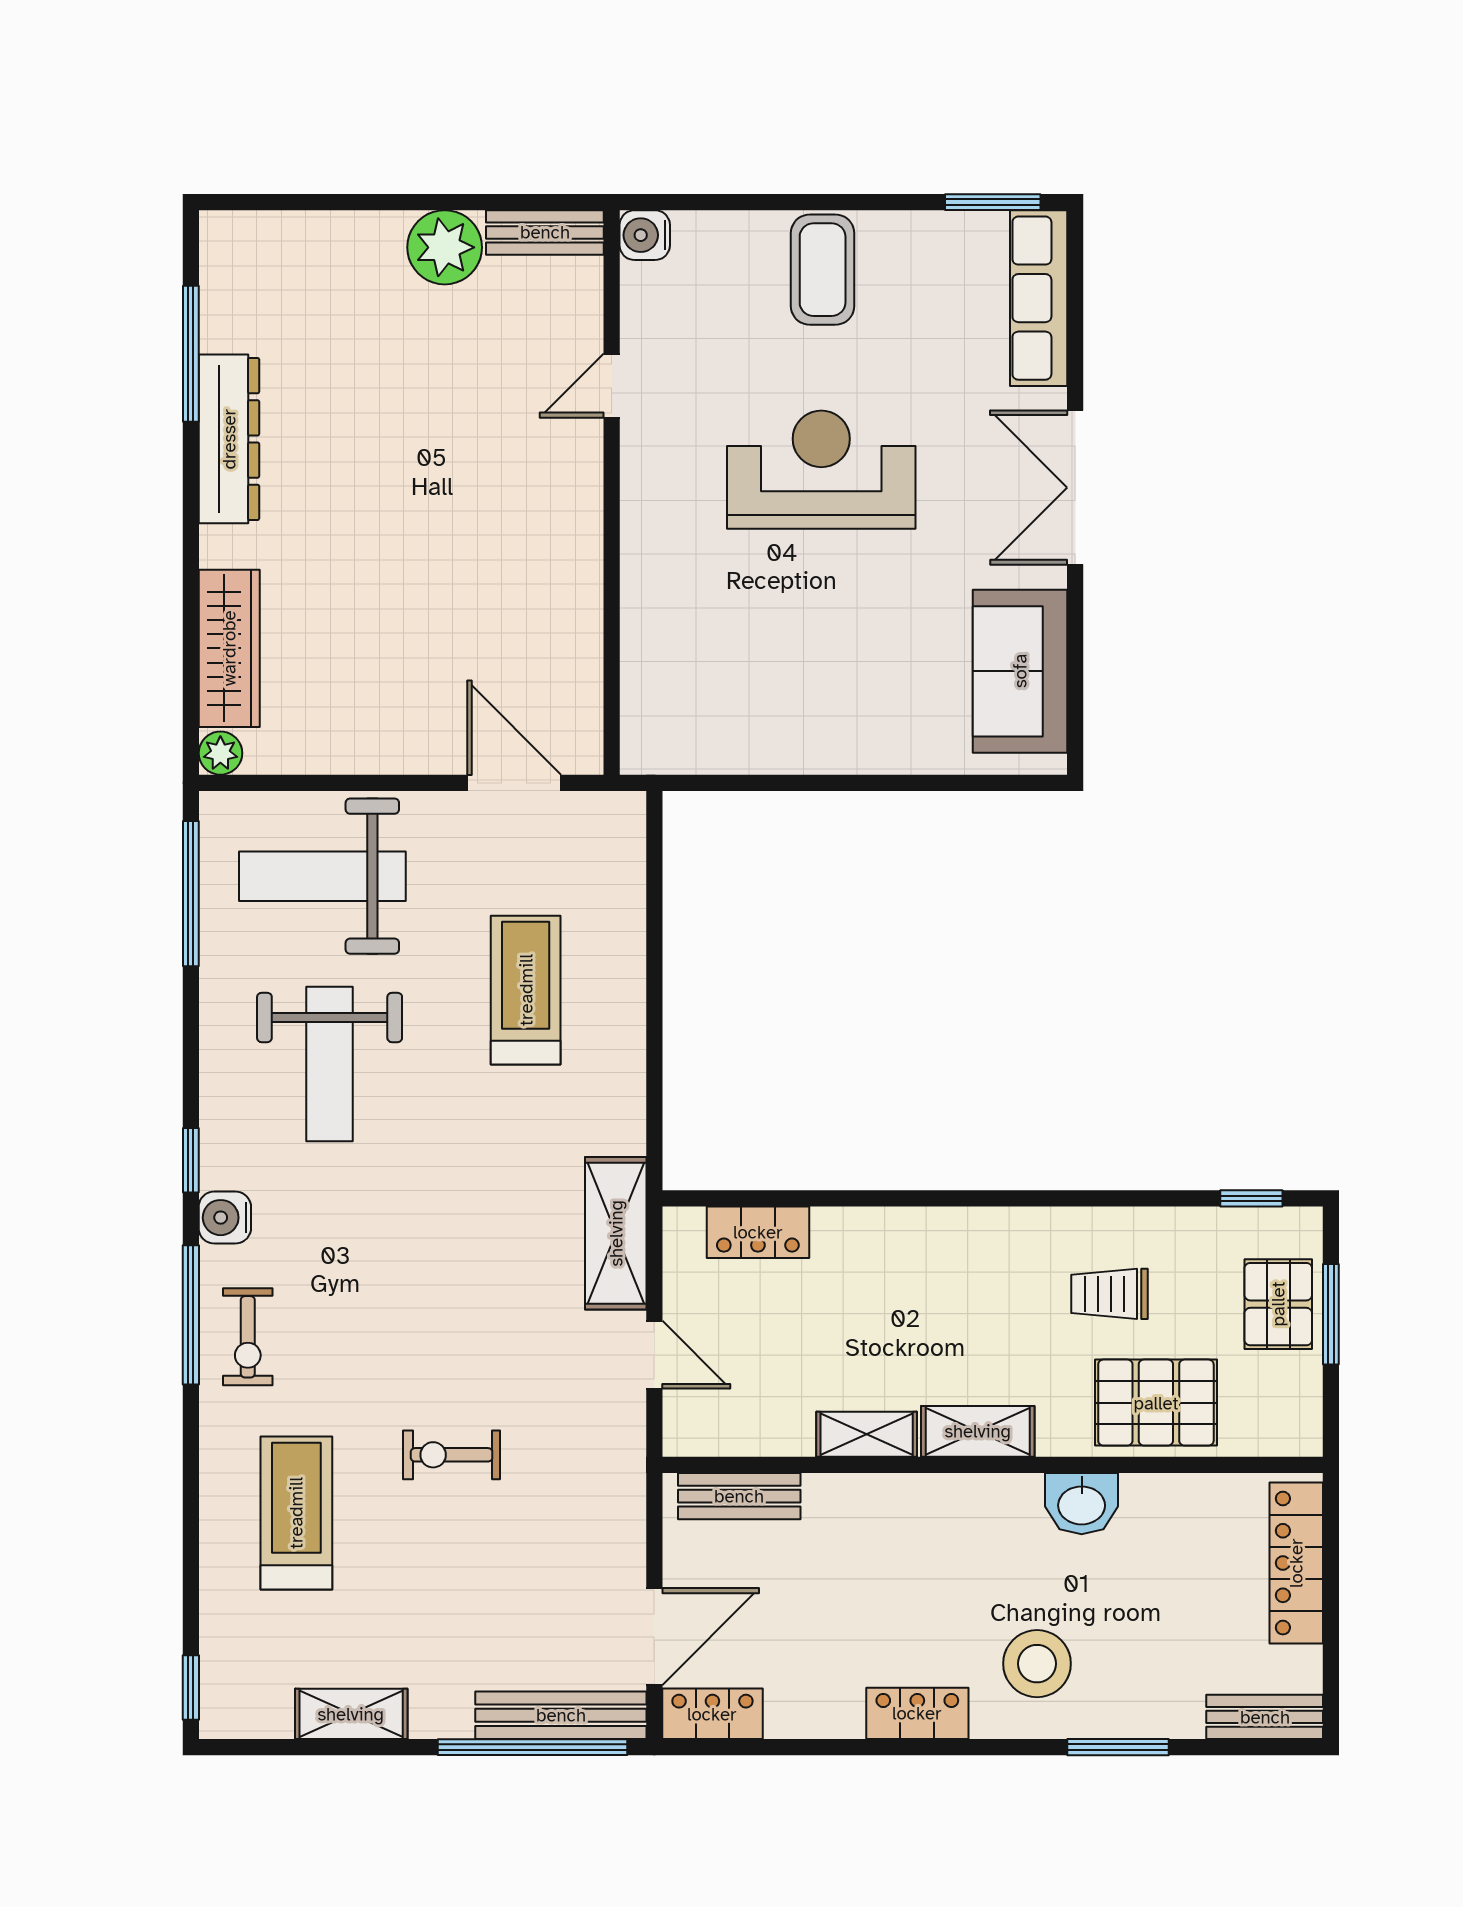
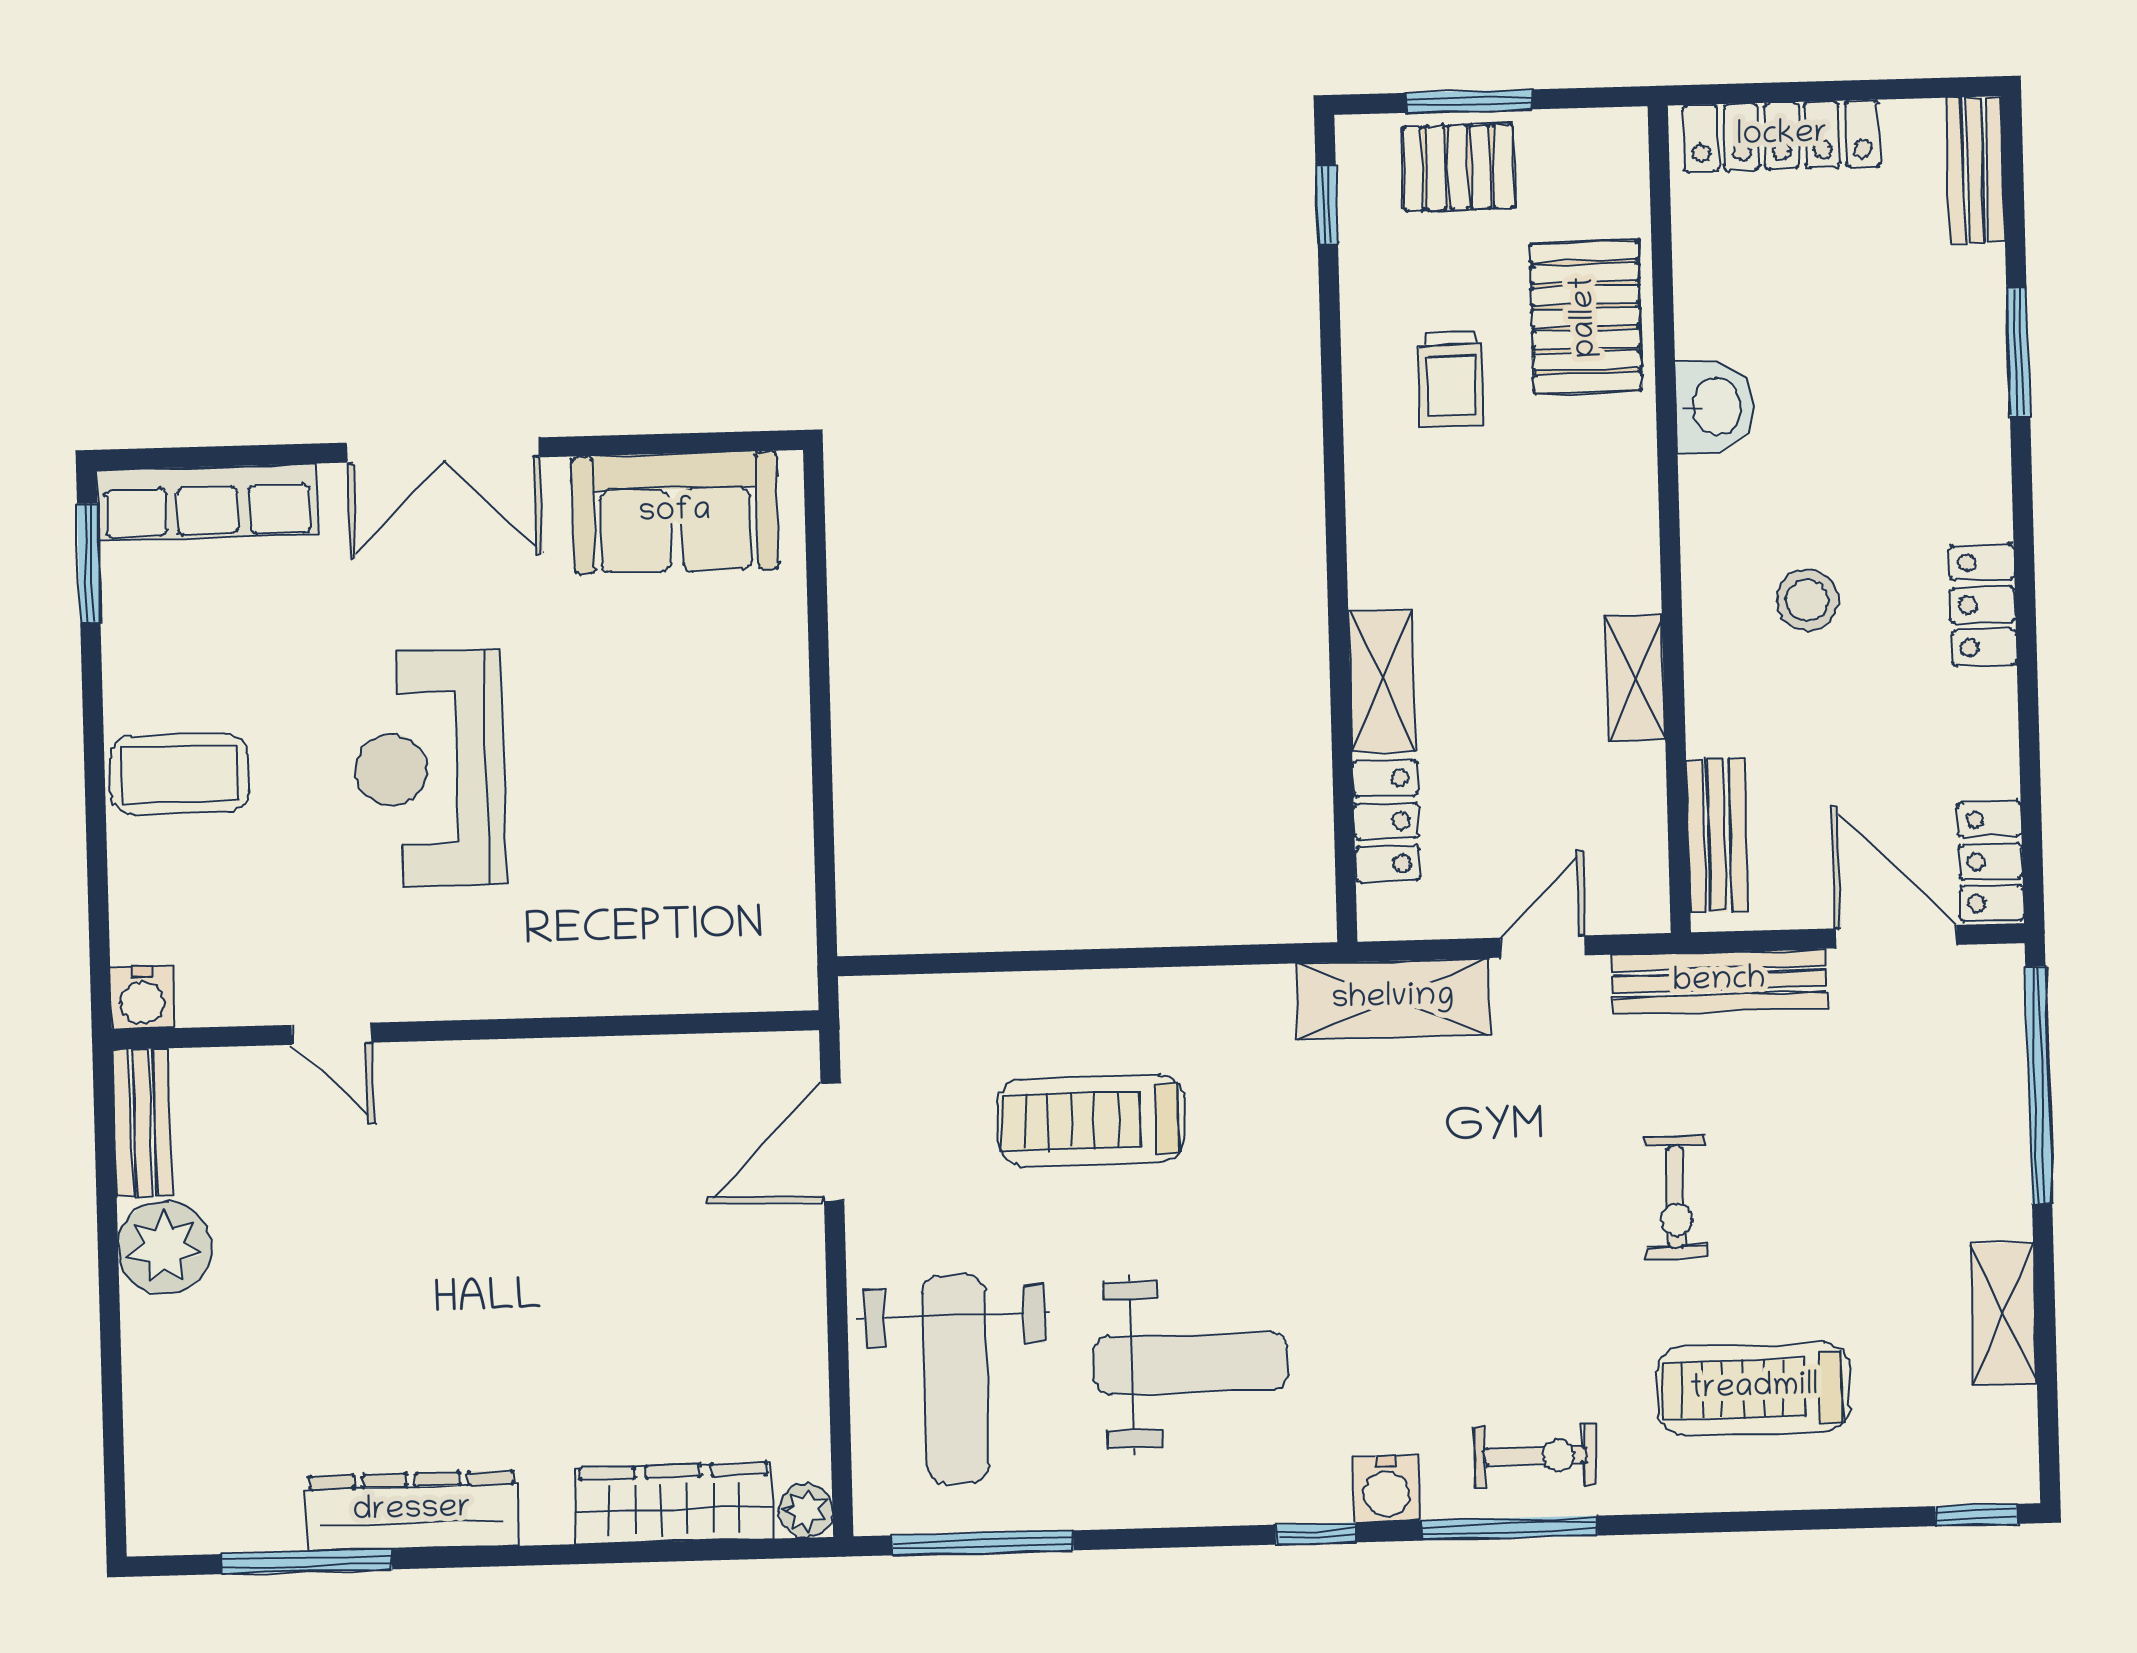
shelving: (978, 1431) -> (1382, 681), moved
stool: (1037, 1664) -> (1807, 600), moved, width x0.73, depth x0.73
bench: (561, 1715) -> (1719, 982), moved, turned 90

